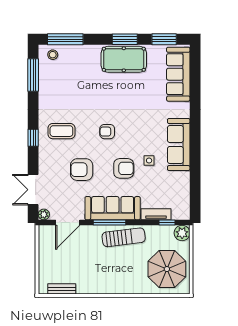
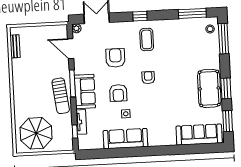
sofa: (179, 145) -> (125, 139), moved
sofa: (113, 208) -> (85, 91), width x0.73
plant: (182, 233) -> (67, 144), removed

